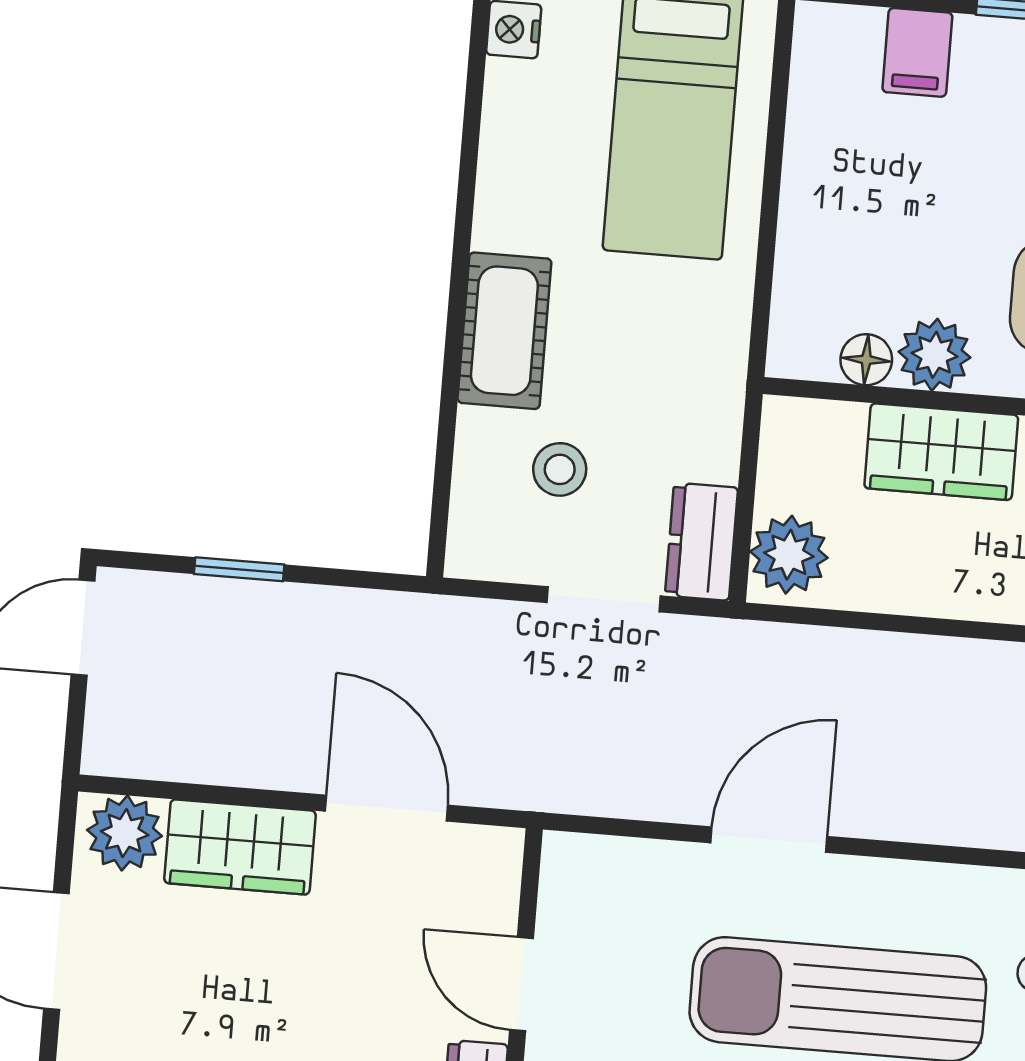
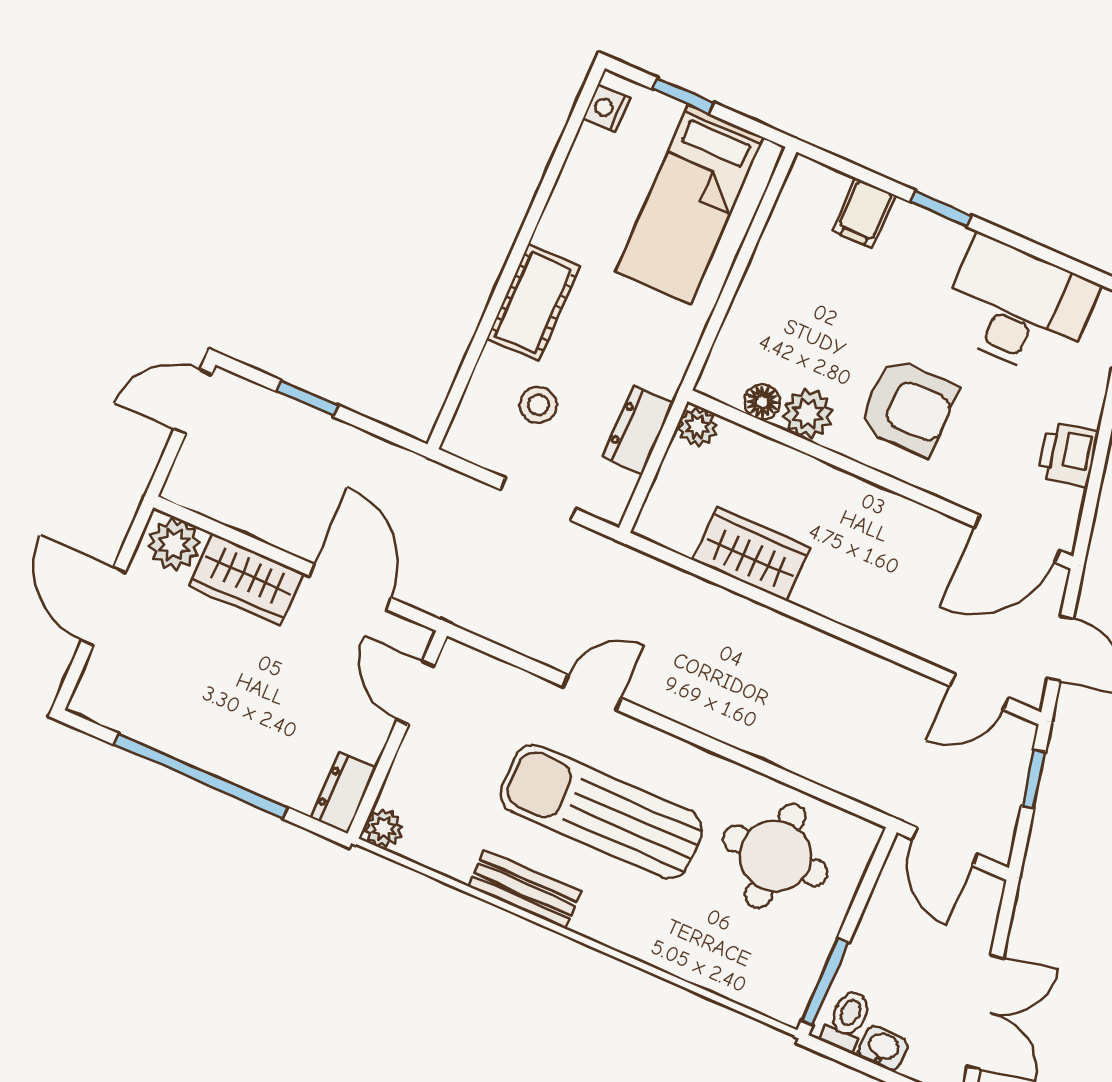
wardrobe: (941, 452) -> (751, 554), moved, turned 180
dresser: (701, 542) -> (638, 430), moved
plant: (789, 555) -> (697, 427), moved, width x0.73, depth x0.73
door: (769, 840) -> (592, 692), width x0.73
door: (521, 984) -> (416, 693), moved

